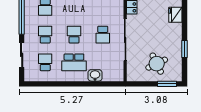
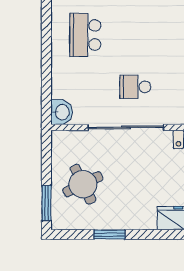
school desk: (74, 35) -> (135, 35), removed
washbasin: (95, 75) -> (62, 112), moved

